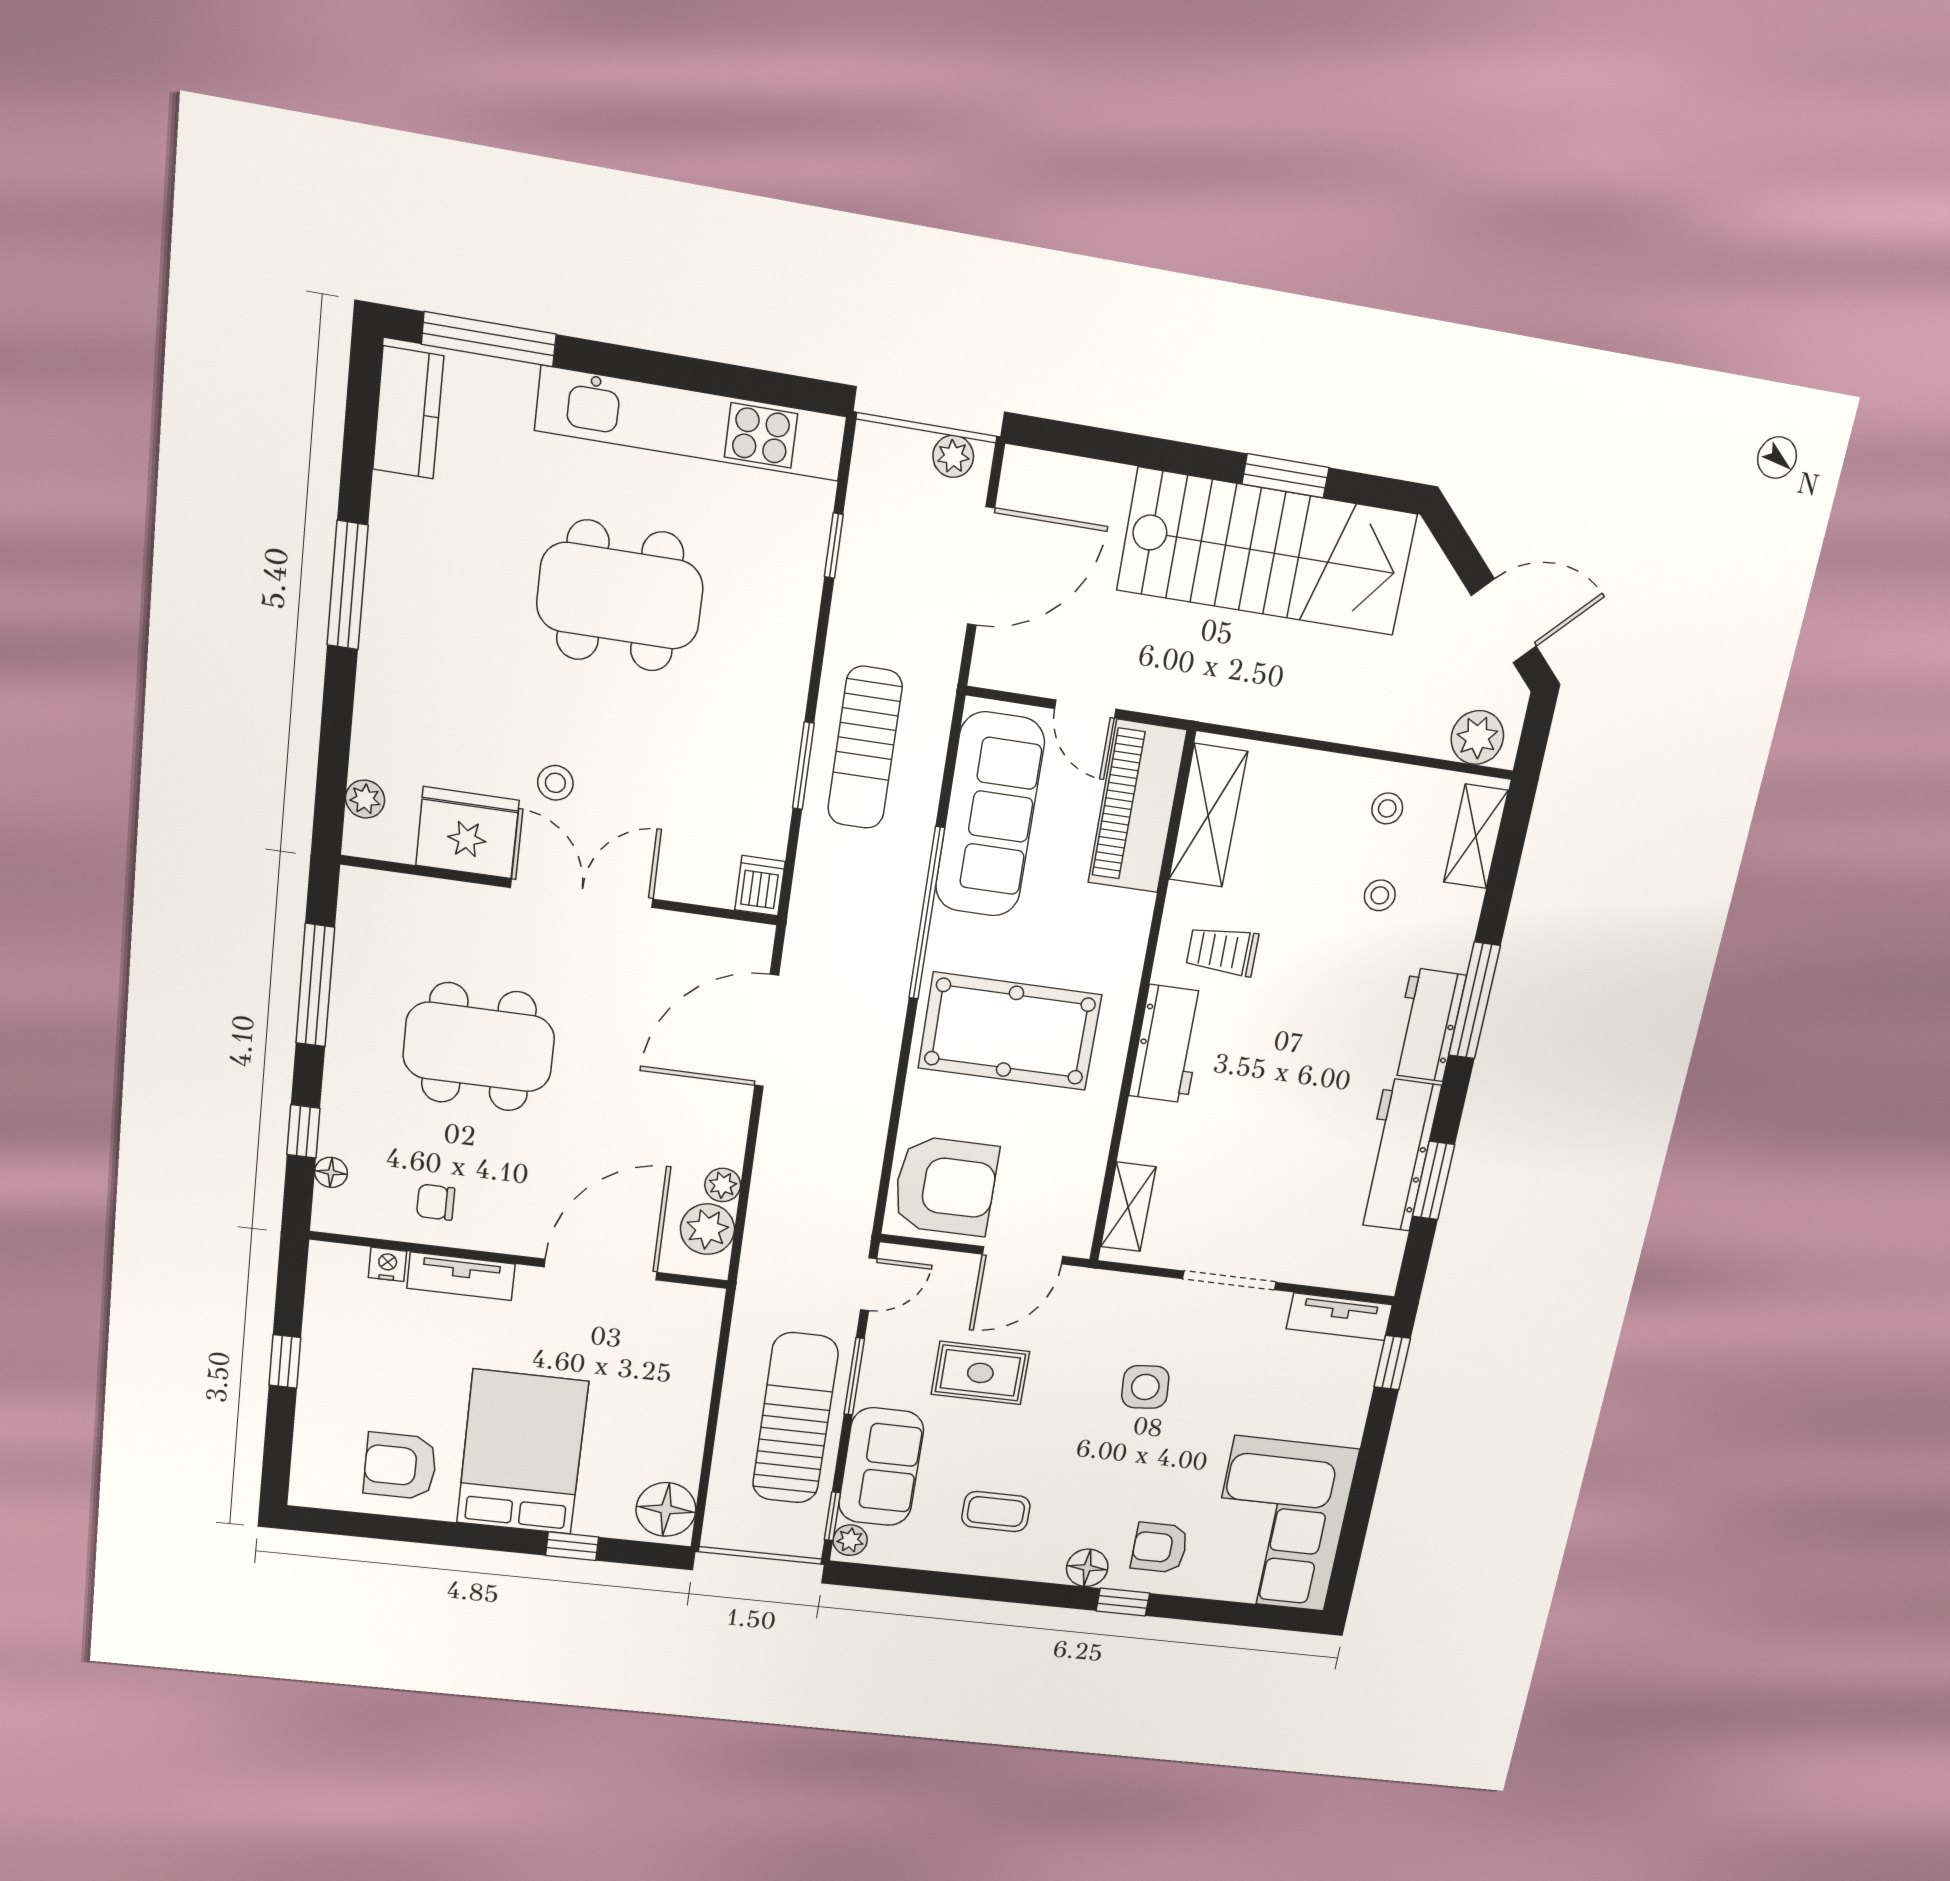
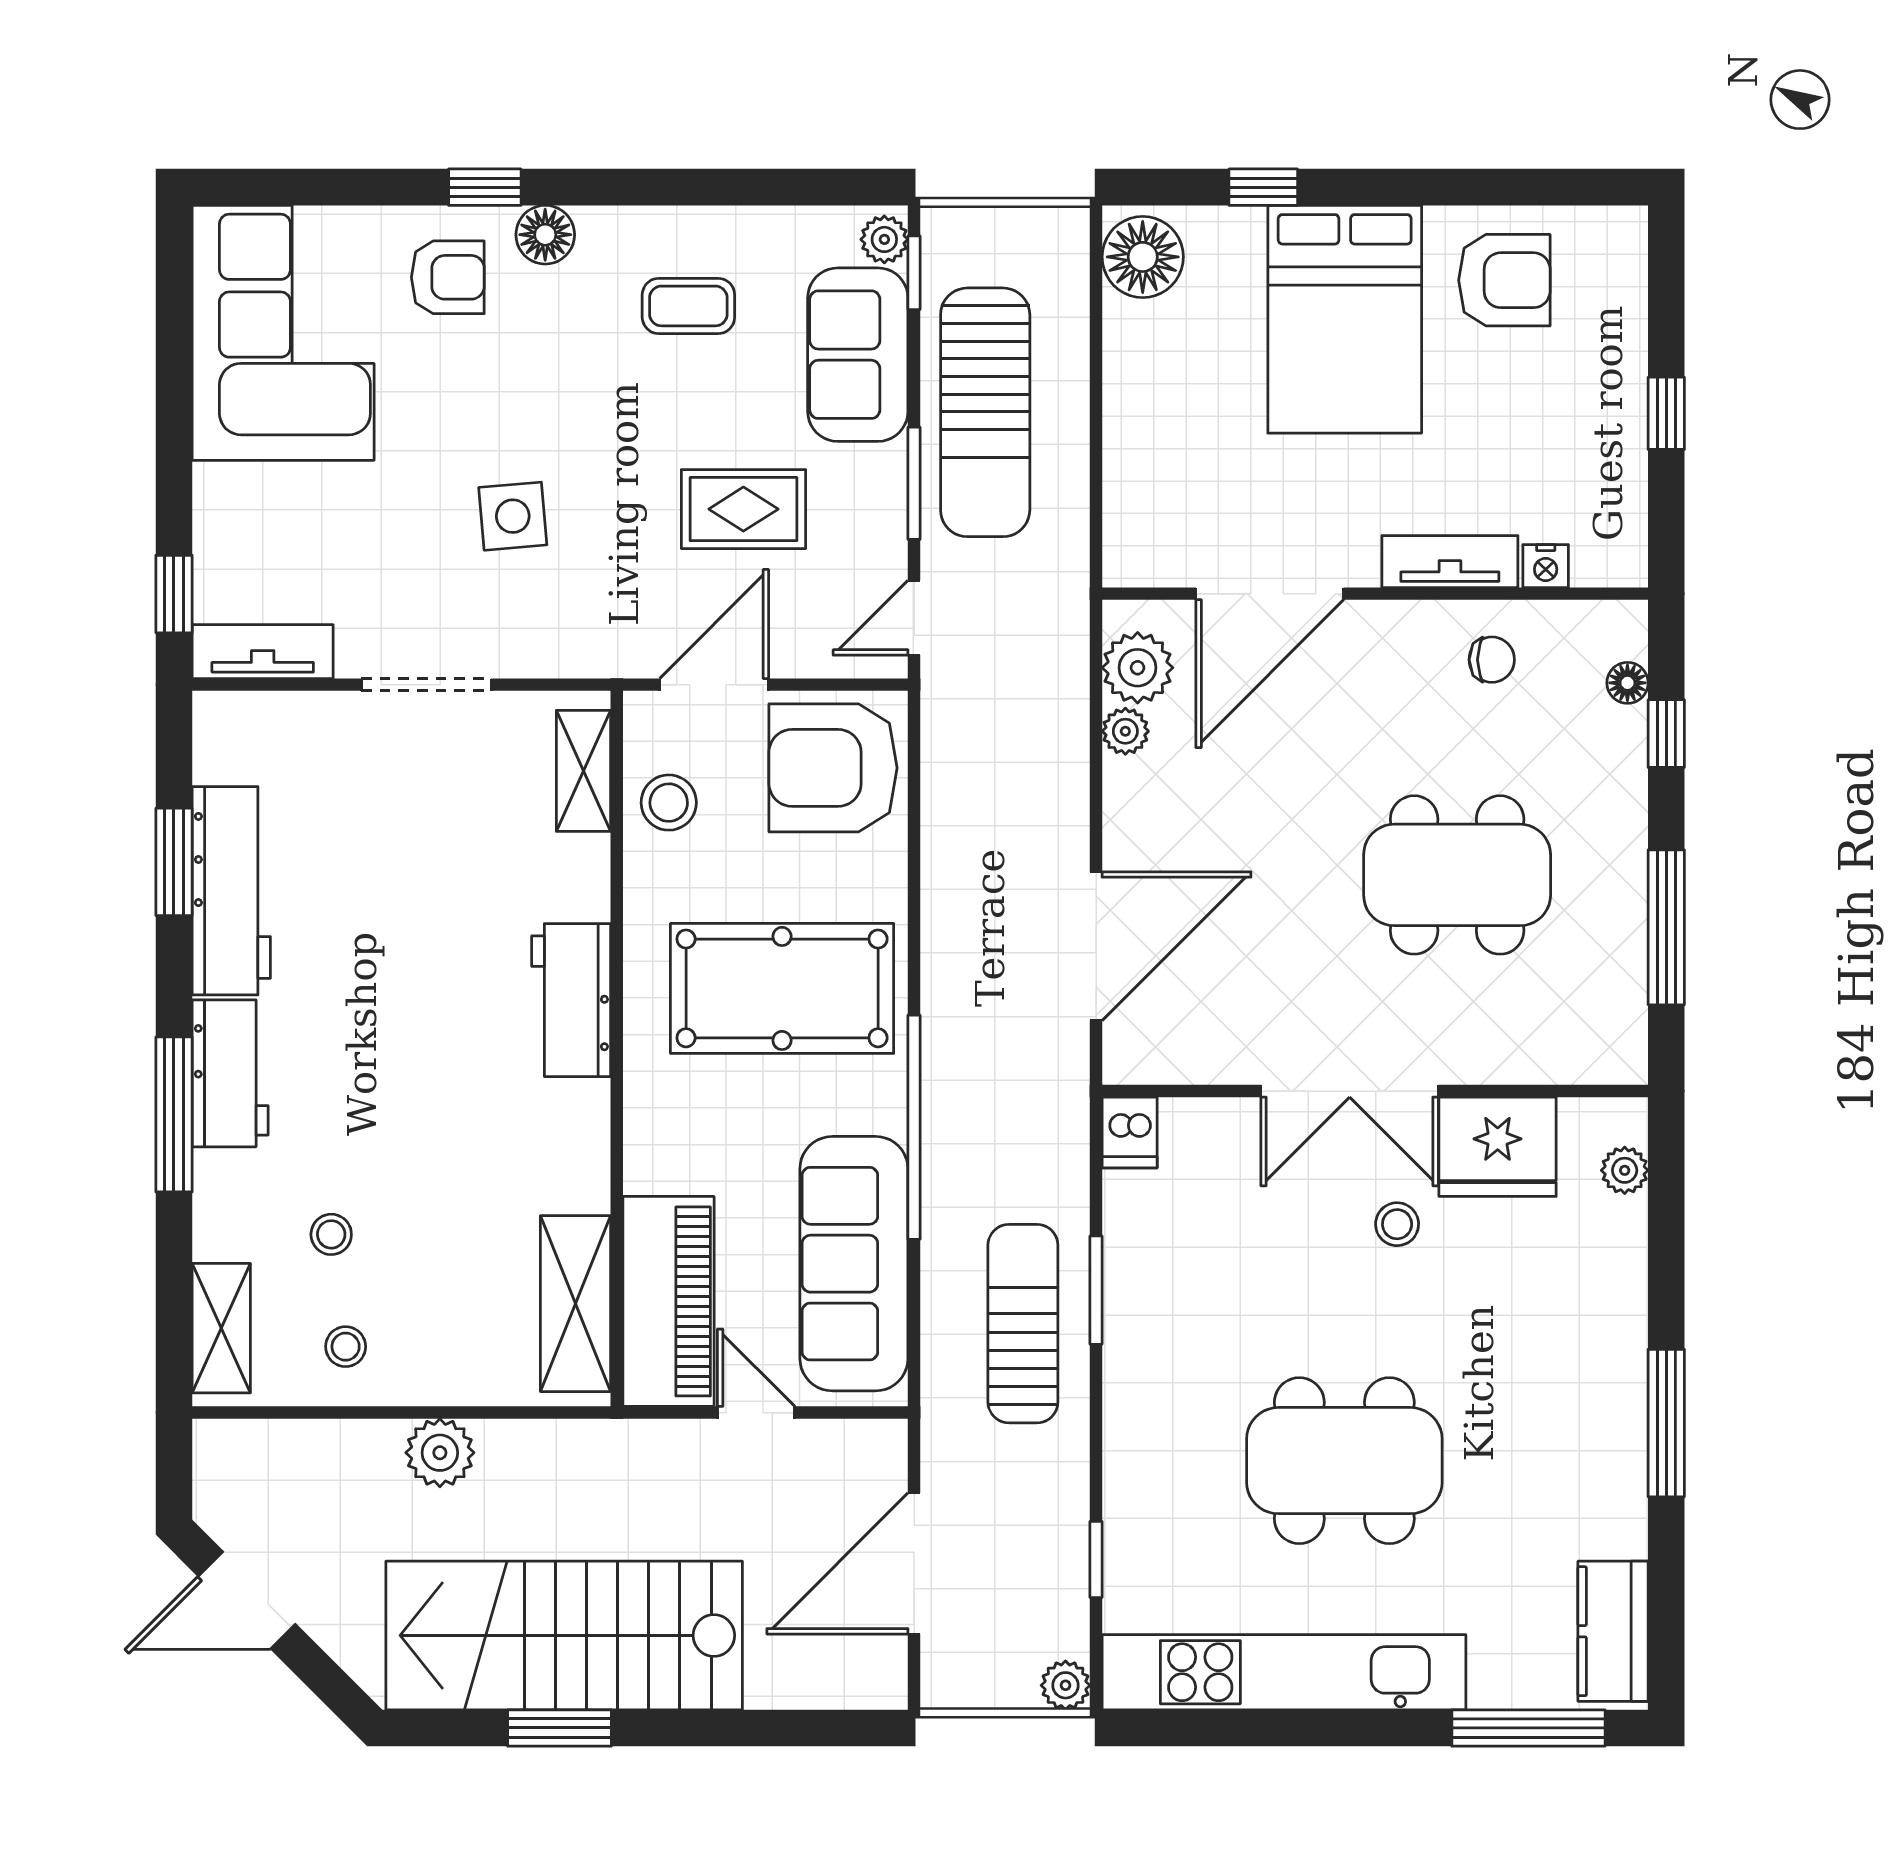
plant: (953, 456) -> (1065, 1685), moved
plant: (1477, 737) -> (440, 1453), moved
trolley: (1222, 951) -> (523, 1133), removed
stool: (1070, 1177) -> (669, 803), added

